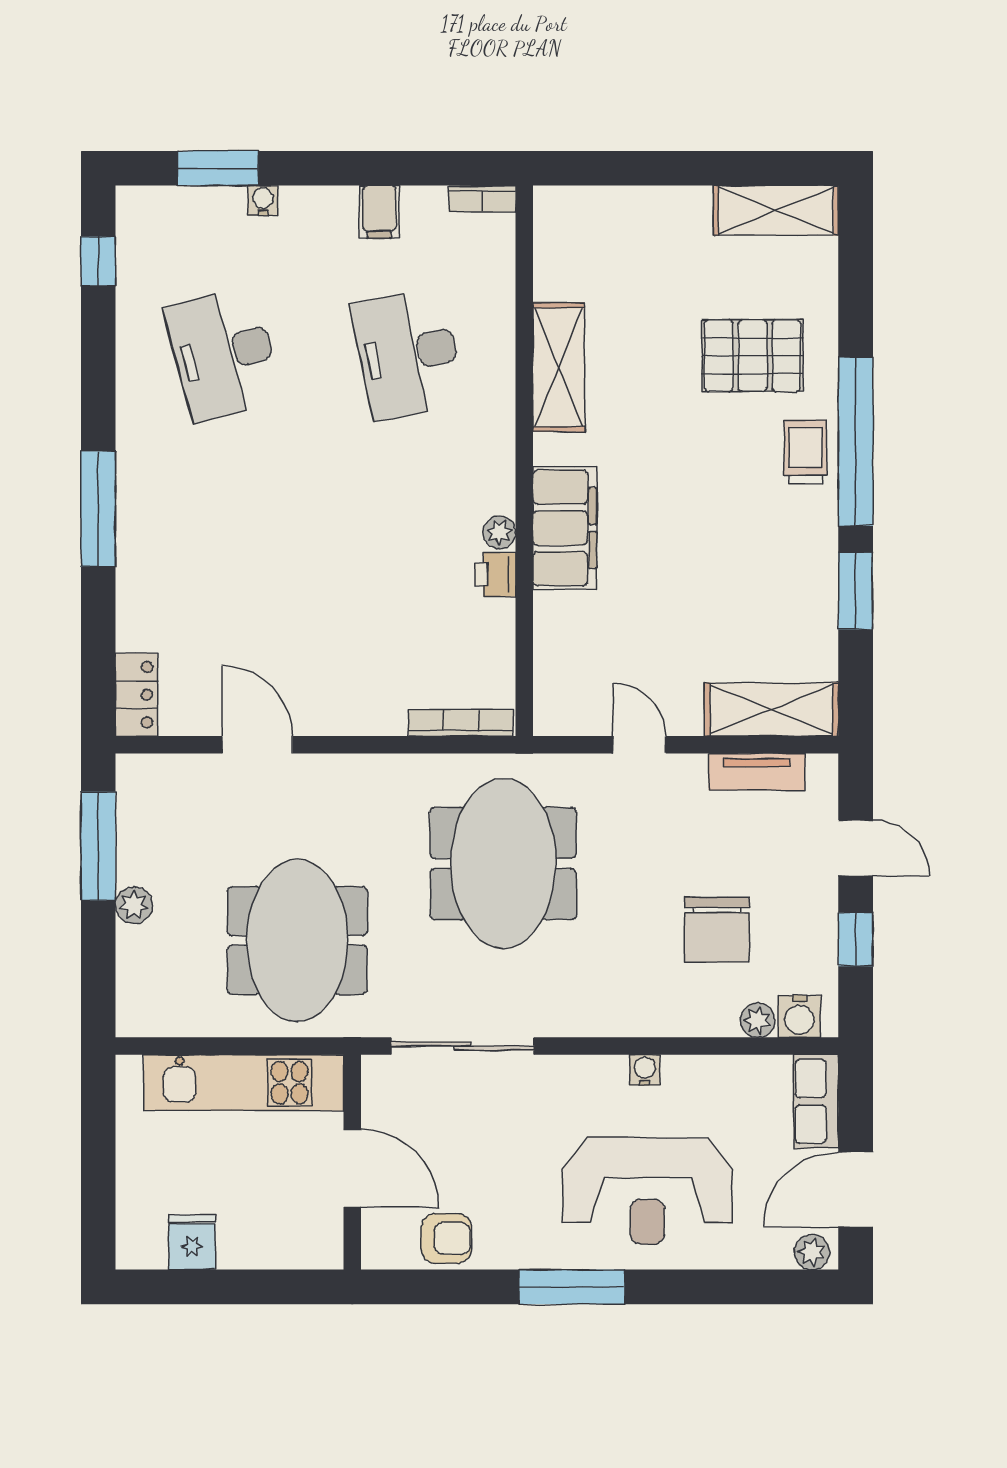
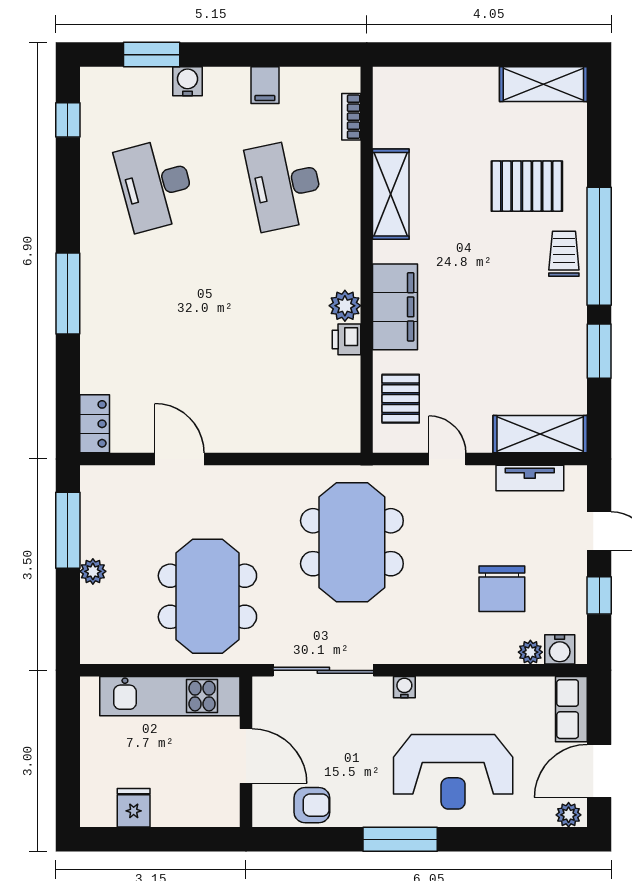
bookcase: (482, 199) -> (351, 117), moved, turned 90
water cooler: (263, 200) -> (188, 81), width x1.38, depth x1.38
plant: (499, 532) -> (345, 306), width x1.38, depth x1.38
pallet: (573, 659) -> (401, 399), added
bookcase: (461, 723) -> (322, 444), removed
water cooler: (645, 1070) -> (404, 687), moved

